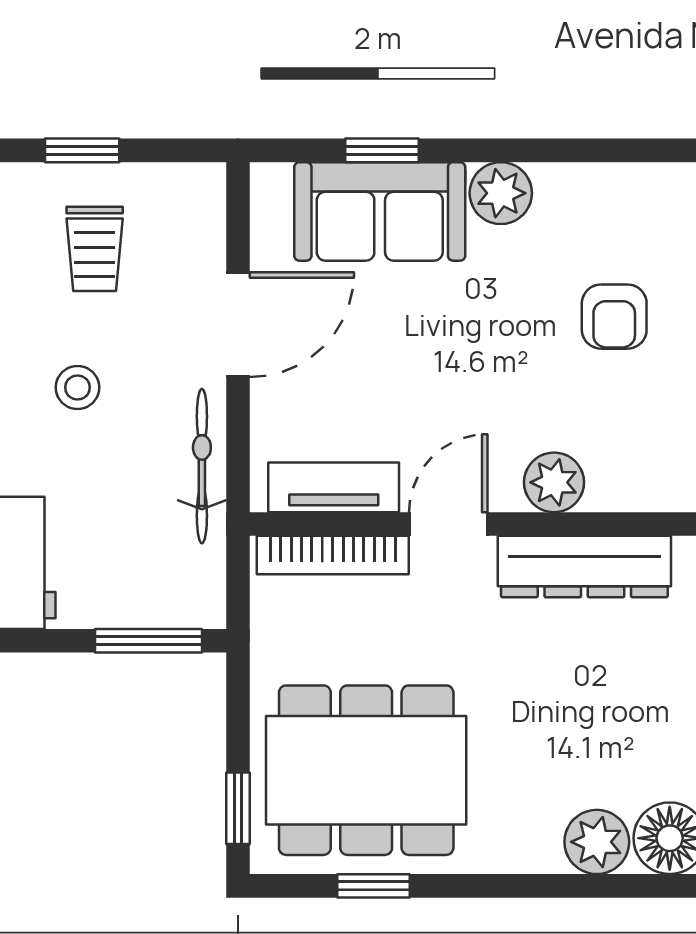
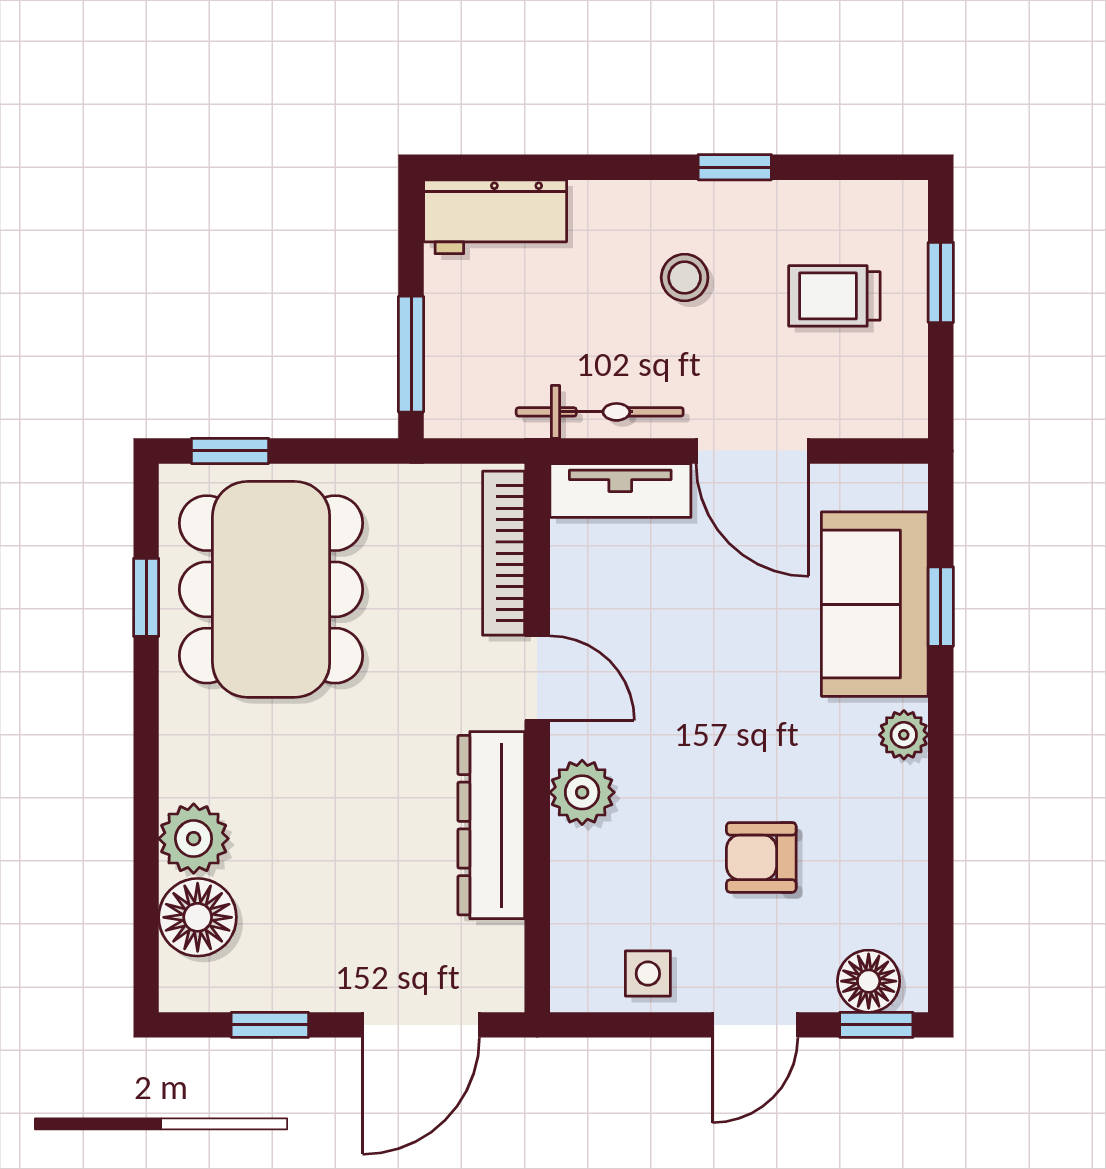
plant: (501, 193) -> (904, 735), width x0.73, depth x0.73
tv unit: (334, 487) -> (620, 491), moved, turned 90

